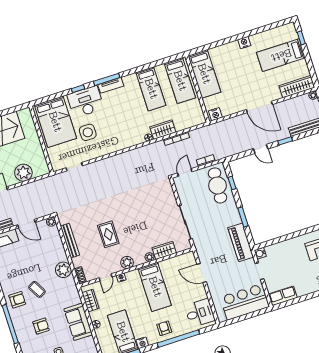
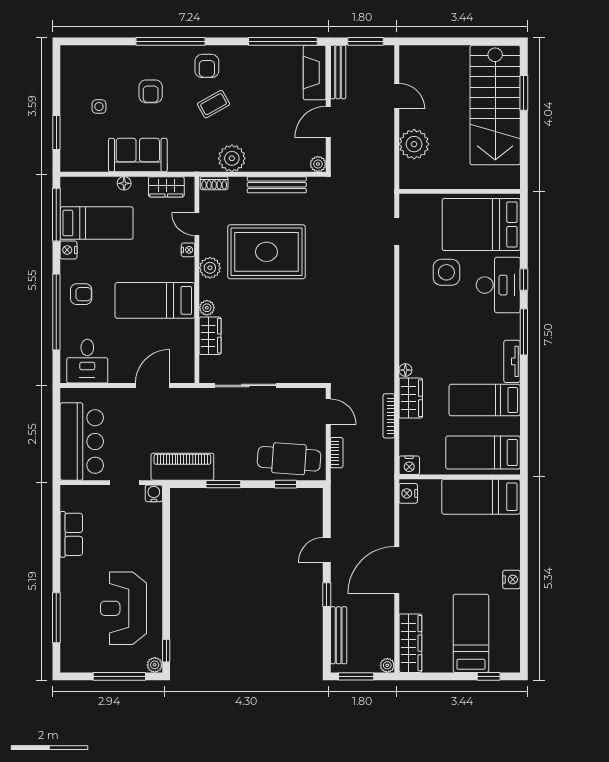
tv unit: (111, 85) -> (512, 361), moved
nightstand: (200, 119) -> (409, 465), added
rug: (108, 234) -> (266, 252), width x1.86, depth x2.06
row of seats: (283, 296) -> (71, 534), moved

